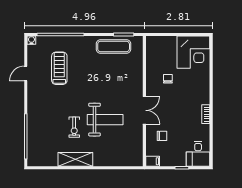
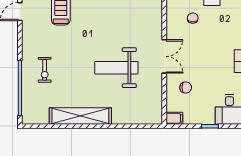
weight bench: (105, 120) -> (116, 68), turned 180
exercise bike: (74, 127) -> (45, 70), moved
shelving: (75, 159) -> (80, 116), width x1.47

